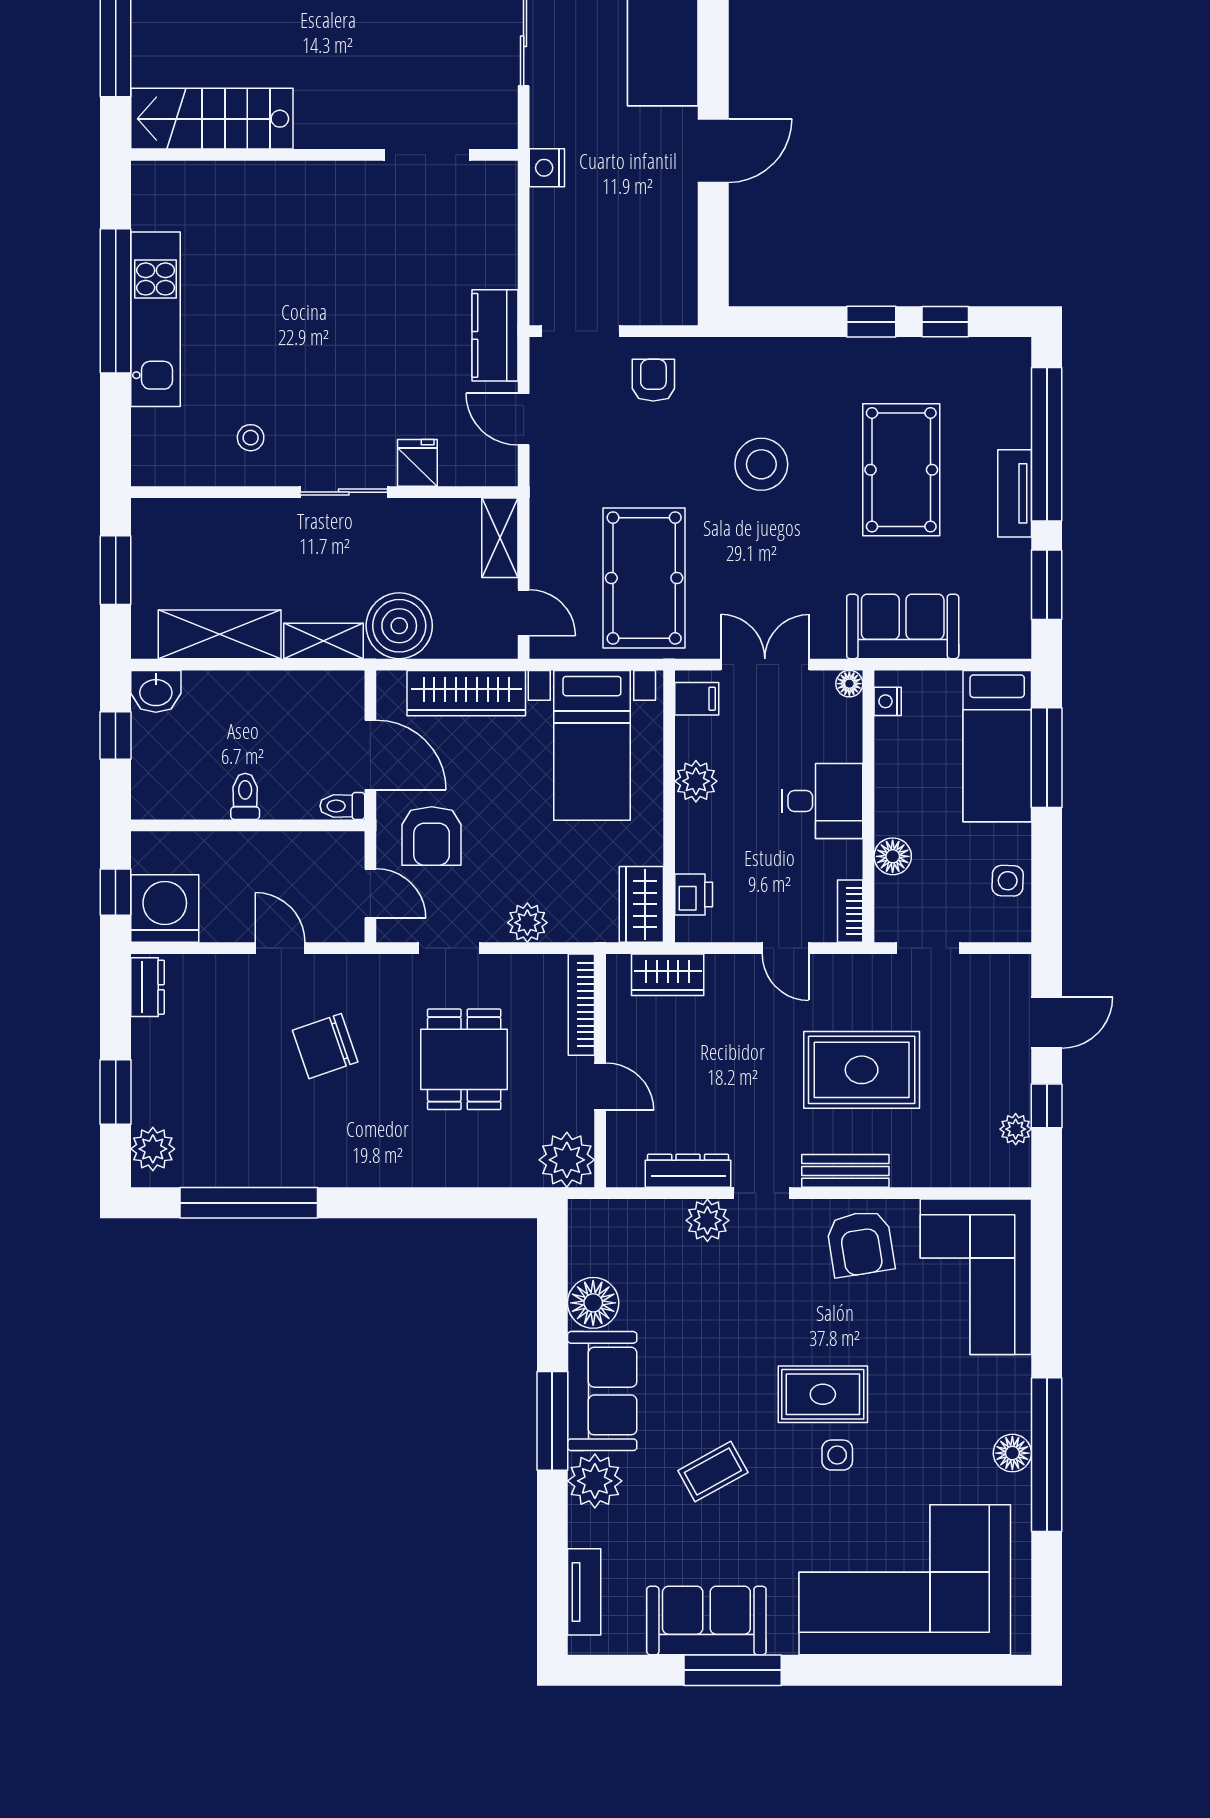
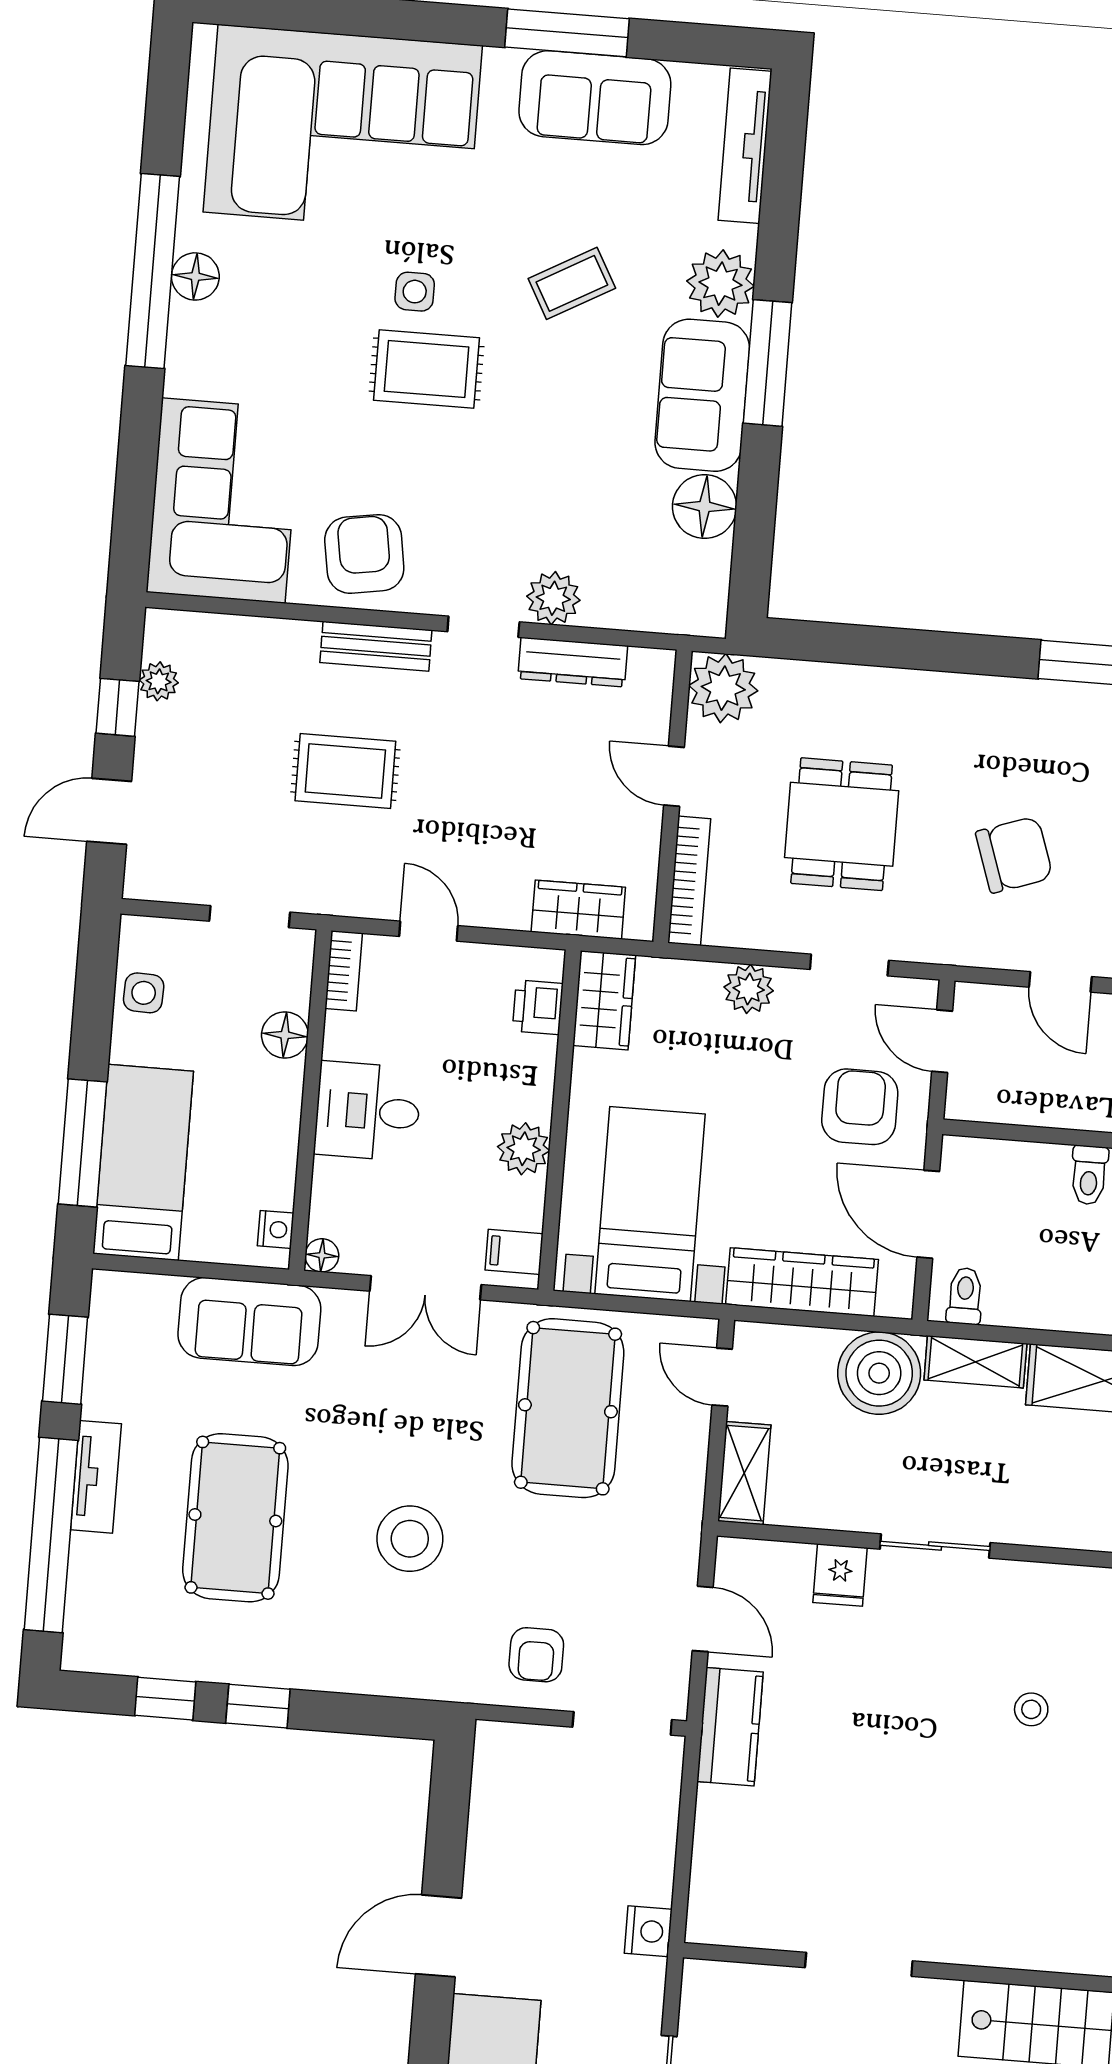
doorway: (427, 155) -> (859, 1964), moved
stool: (251, 438) -> (1031, 1709), moved
toilet: (342, 806) -> (965, 1296), moved, turned -90
rug: (862, 1070) -> (345, 771), width x0.73, depth x0.70
tv unit: (584, 1592) -> (745, 146), width x1.41

